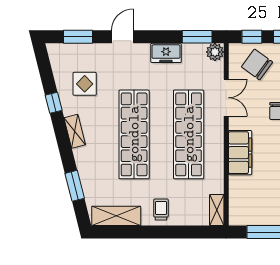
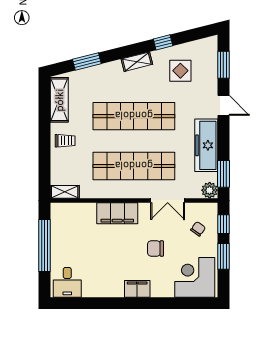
freezer: (166, 53) -> (206, 145), width x1.91, depth x1.26
chair: (257, 64) -> (198, 229), width x0.54, depth x0.54

